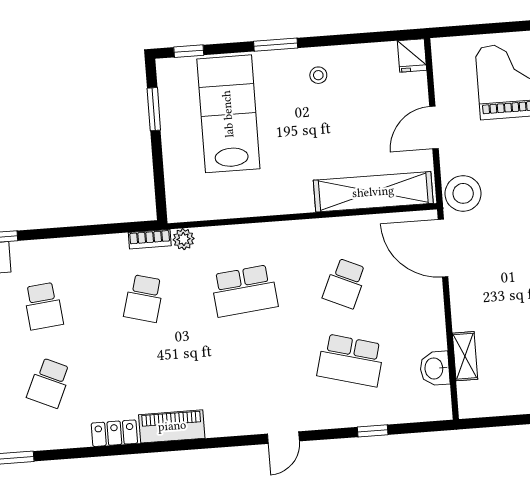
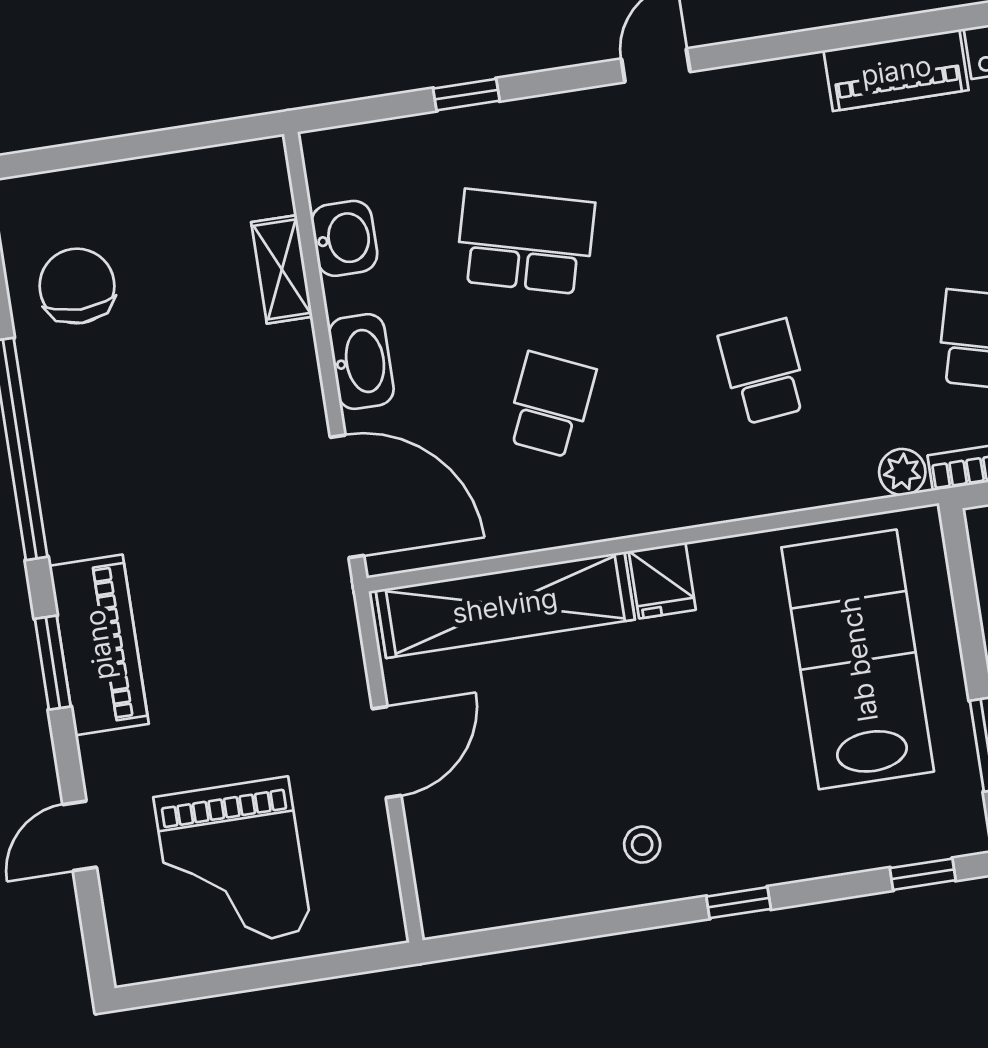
window: (276, 45) -> (739, 903), width x0.67
fridge: (412, 55) -> (662, 580), moved, turned 180
lab bench: (228, 114) -> (858, 659), moved, turned 180
stool: (463, 193) -> (313, 616), removed
school desk: (244, 291) -> (764, 372), width x0.54
washbasin: (431, 310) -> (361, 362), added

